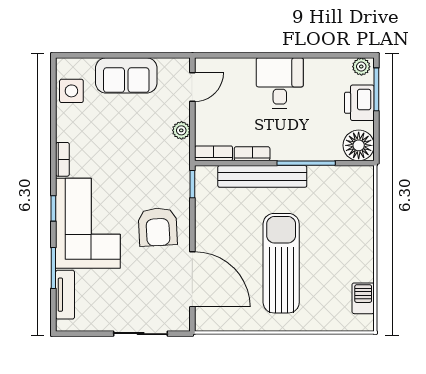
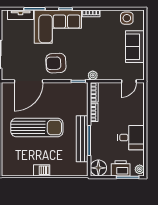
desk: (280, 83) -> (131, 138), moved
door: (192, 87) -> (129, 81), hinge flipped
plant: (181, 130) -> (93, 75), moved
bench: (262, 176) -> (82, 139), moved
barbecue: (363, 298) -> (42, 170), moved

